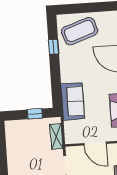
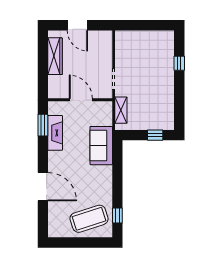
window: (54, 47) -> (117, 216), moved
window: (35, 114) -> (155, 135), moved

